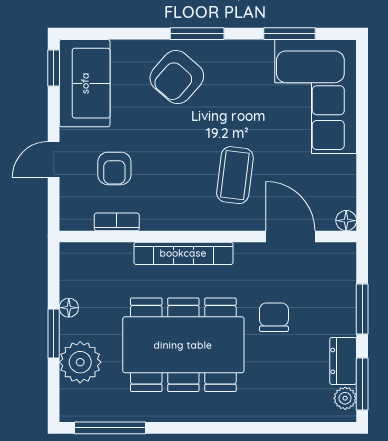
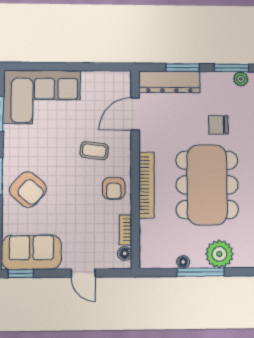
armchair: (114, 168) -> (114, 188), moved, turned 90
coffee table: (235, 175) -> (94, 151), width x0.73, depth x0.77
floor lamp: (346, 221) -> (125, 253), moved
chair: (274, 317) -> (218, 125), moved
window: (54, 334) -> (201, 272), width x1.44
dresser: (343, 361) -> (169, 82), moved, width x1.96, depth x1.24

